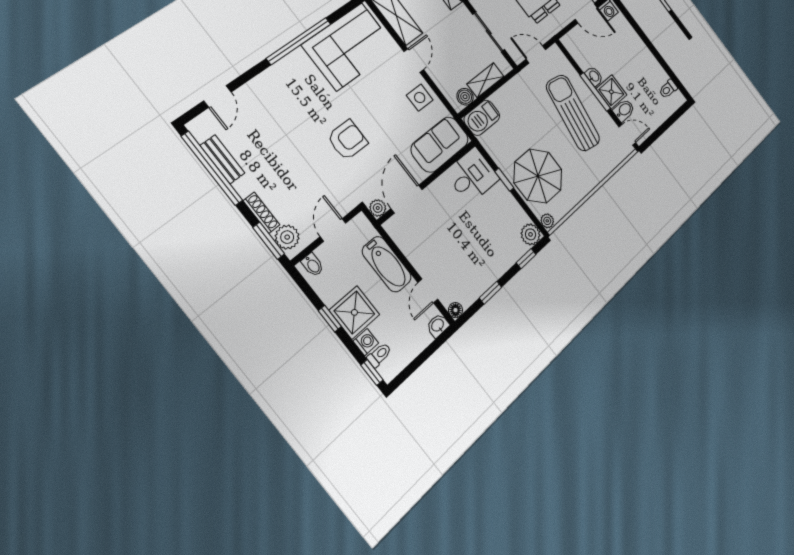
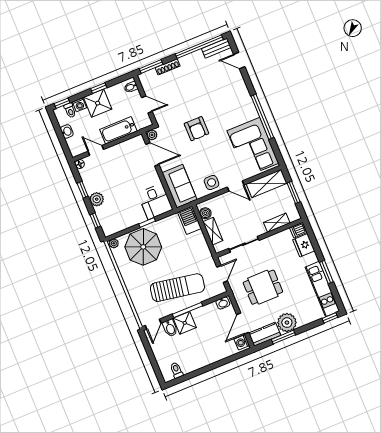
washbasin: (594, 76) -> (223, 303), moved
bench: (222, 159) -> (216, 48), moved
plant: (531, 234) -> (97, 199), moved
plant: (287, 237) -> (150, 77), removed
washbasin: (438, 325) -> (67, 131), moved

